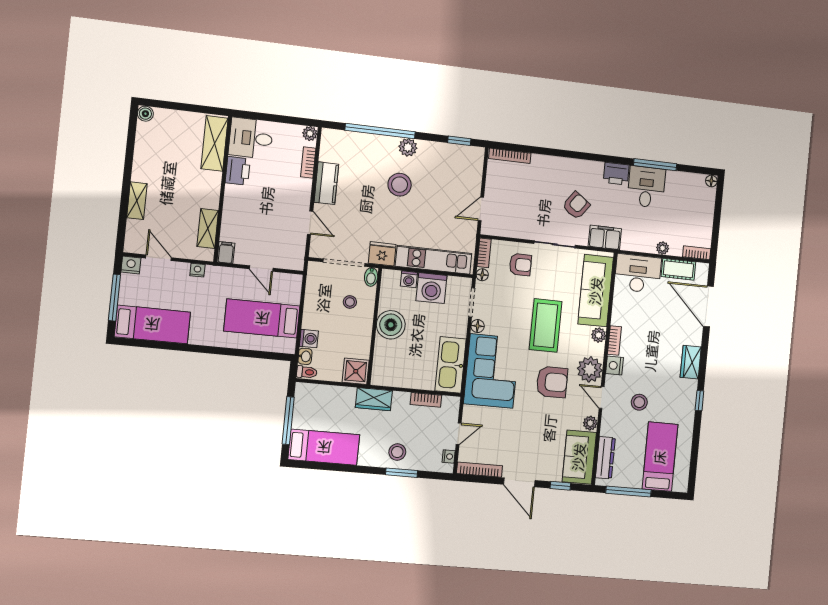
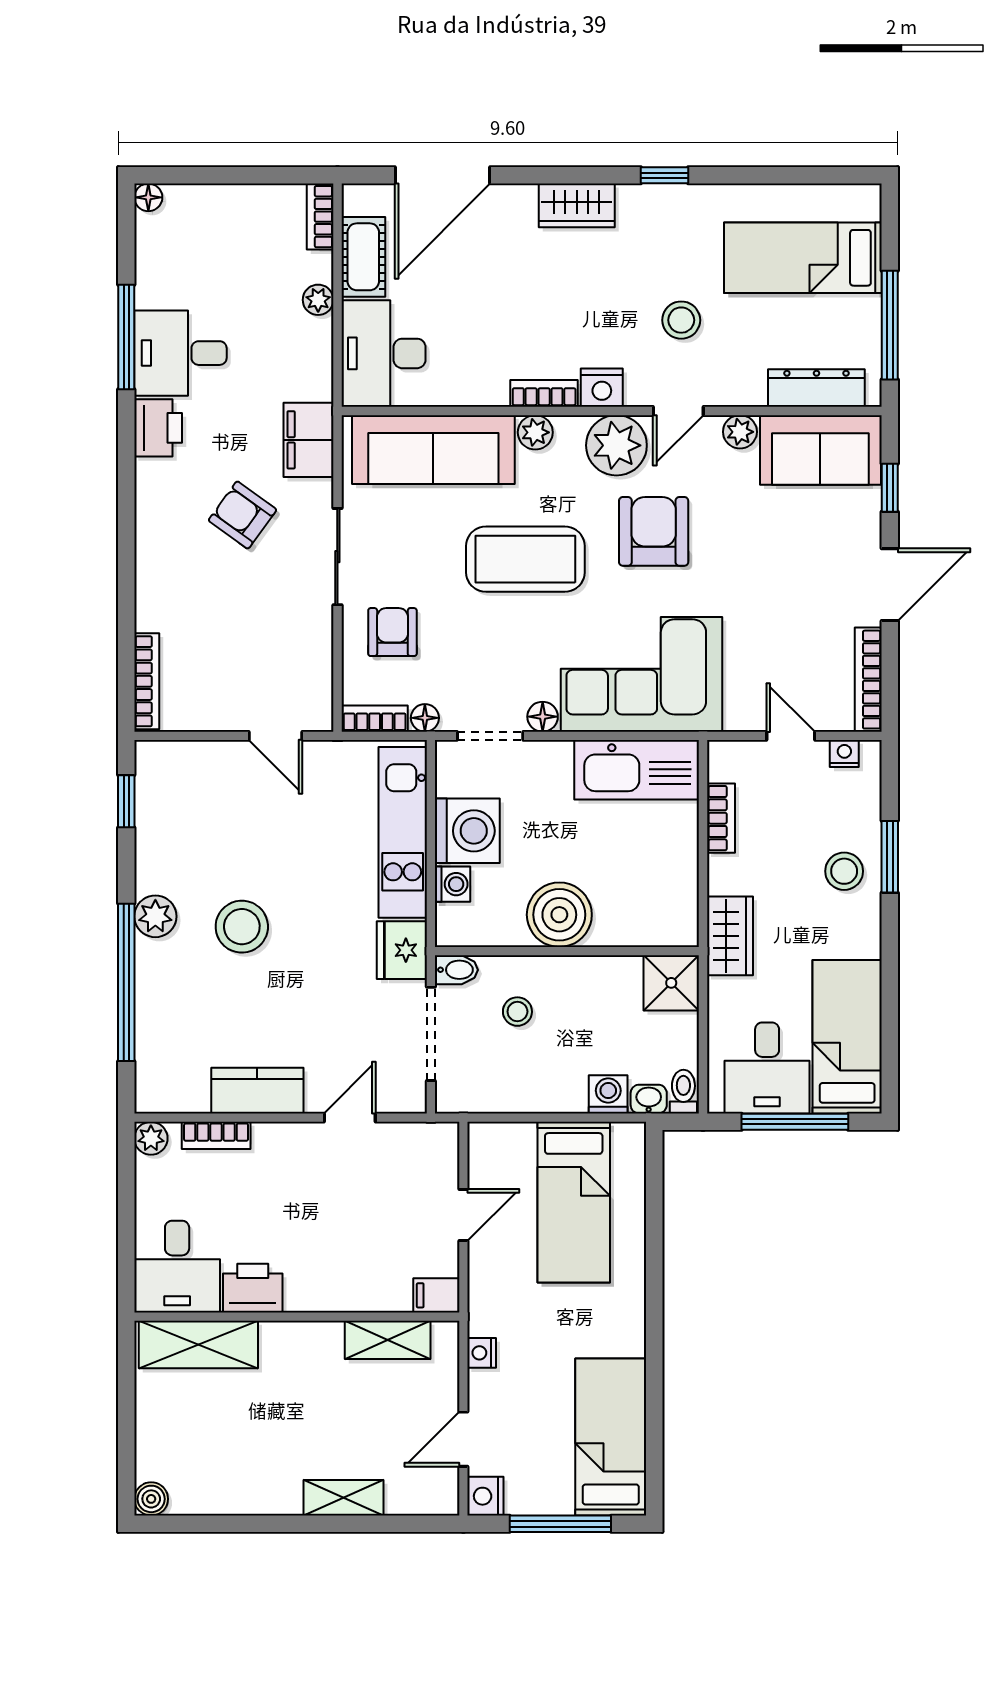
desk: (314, 410) -> (767, 1068), added

